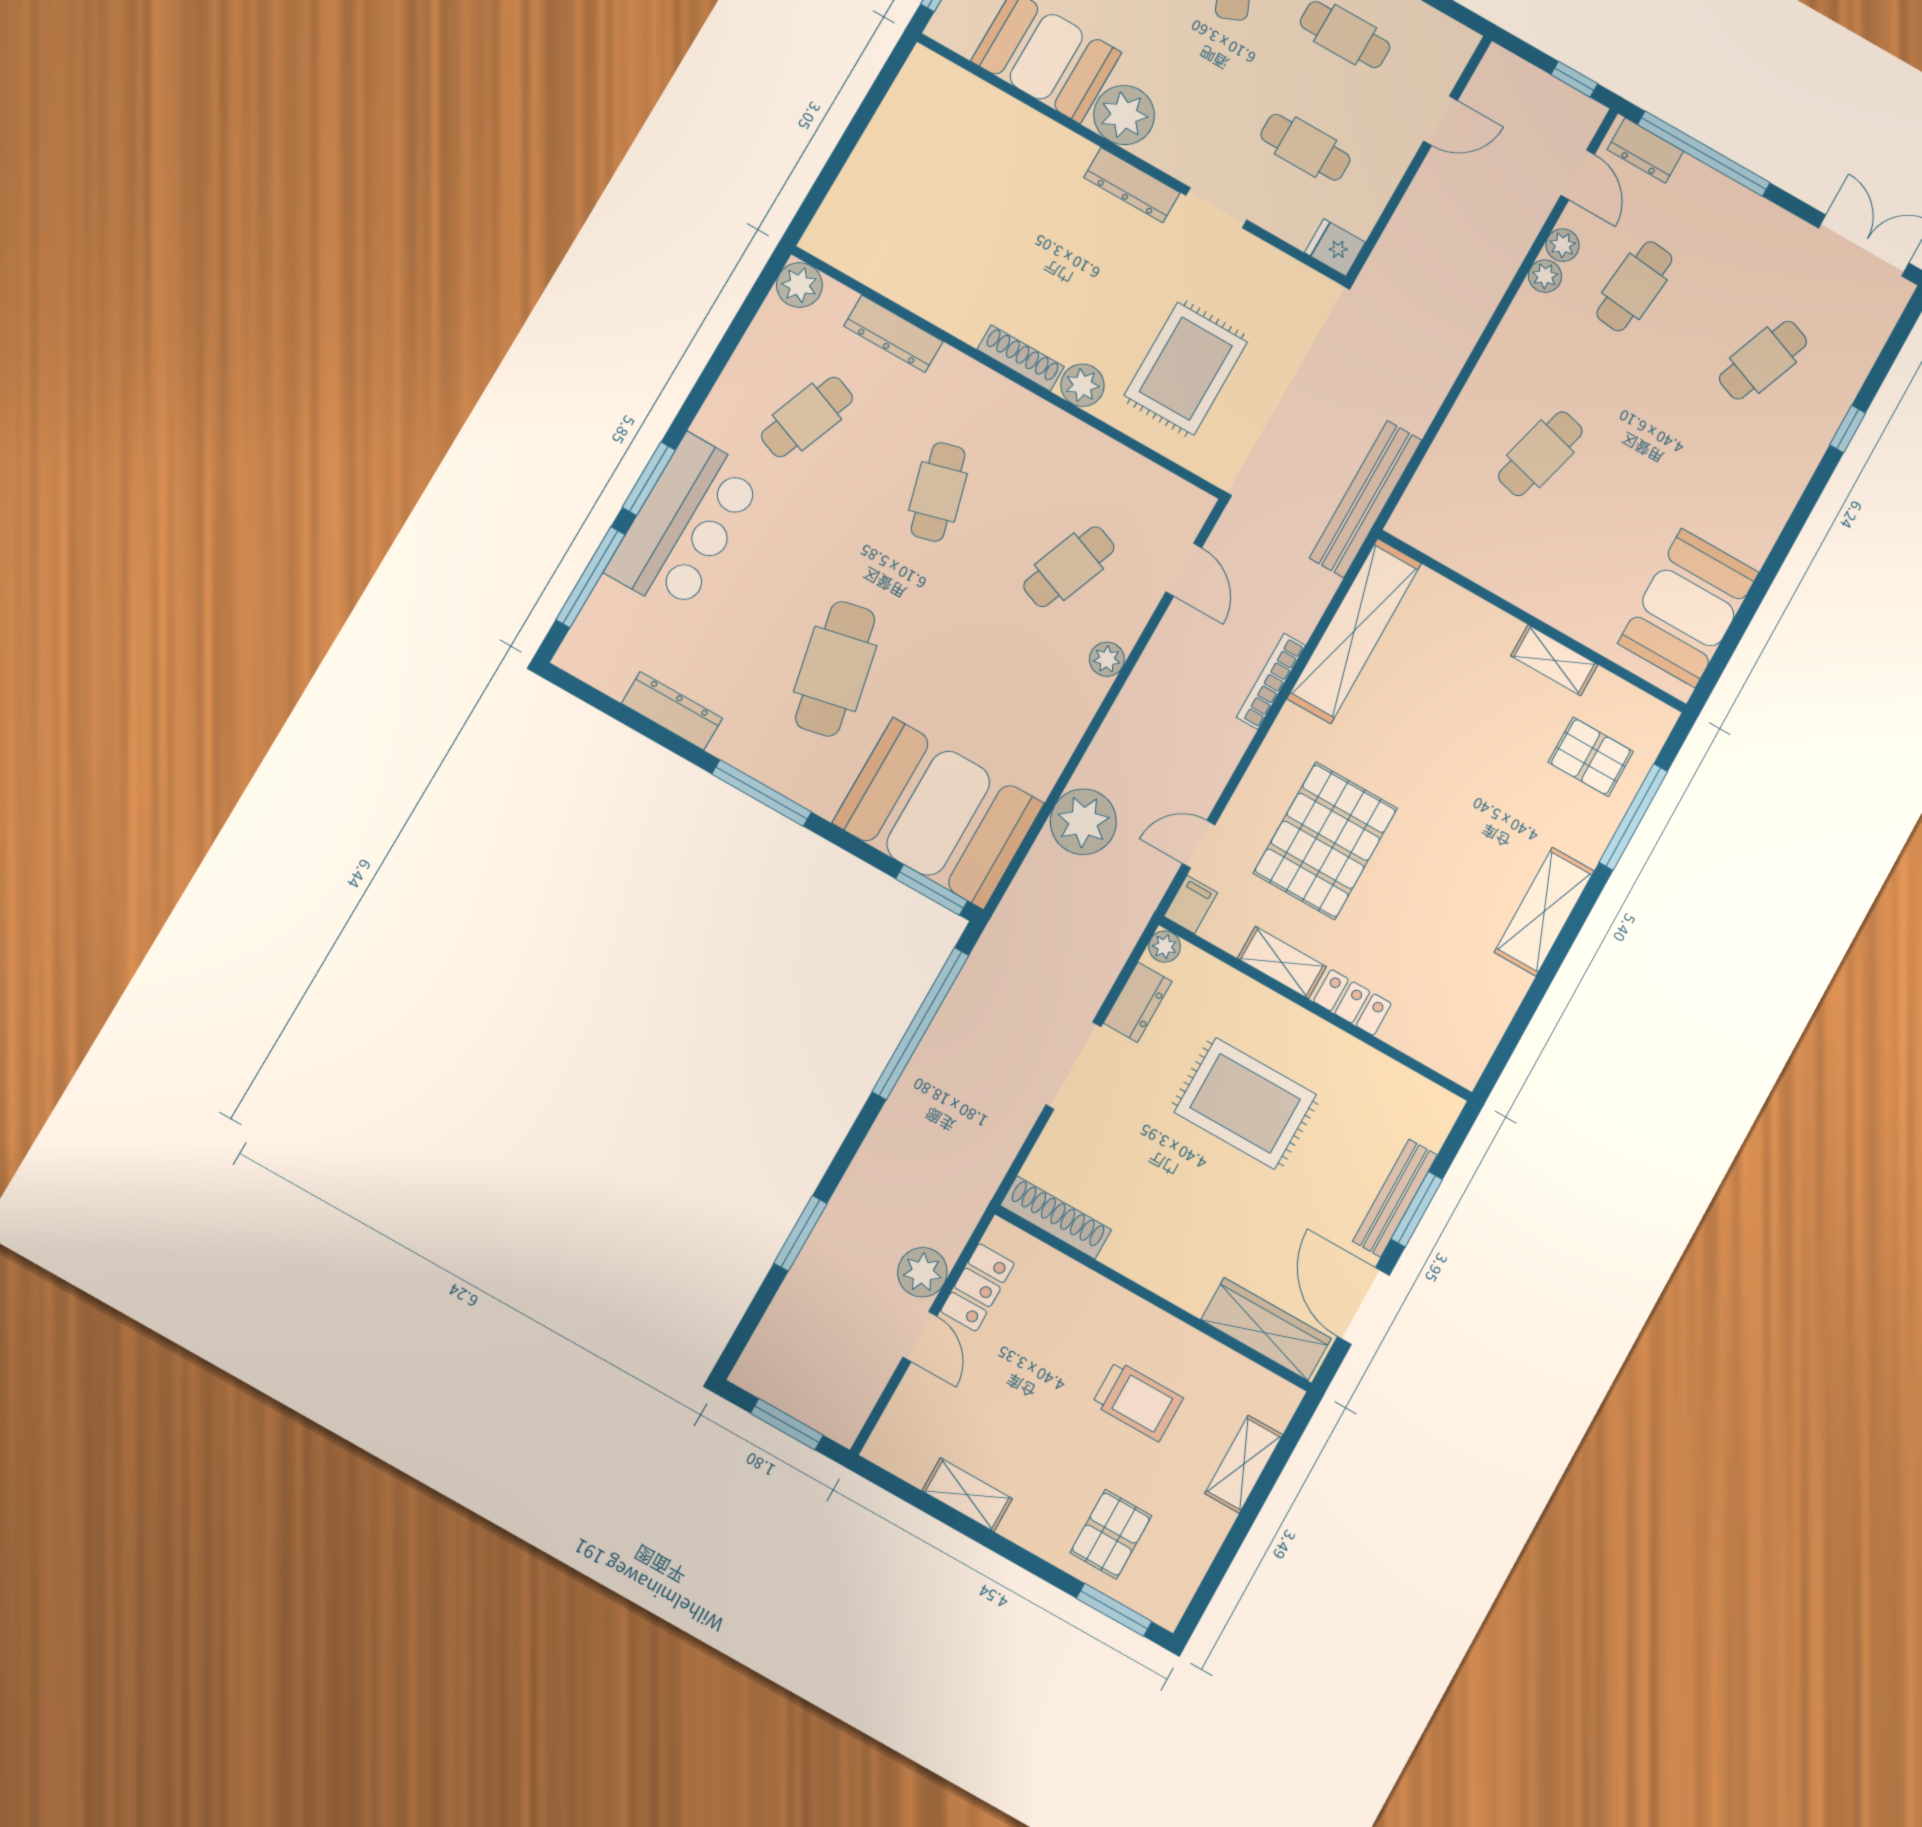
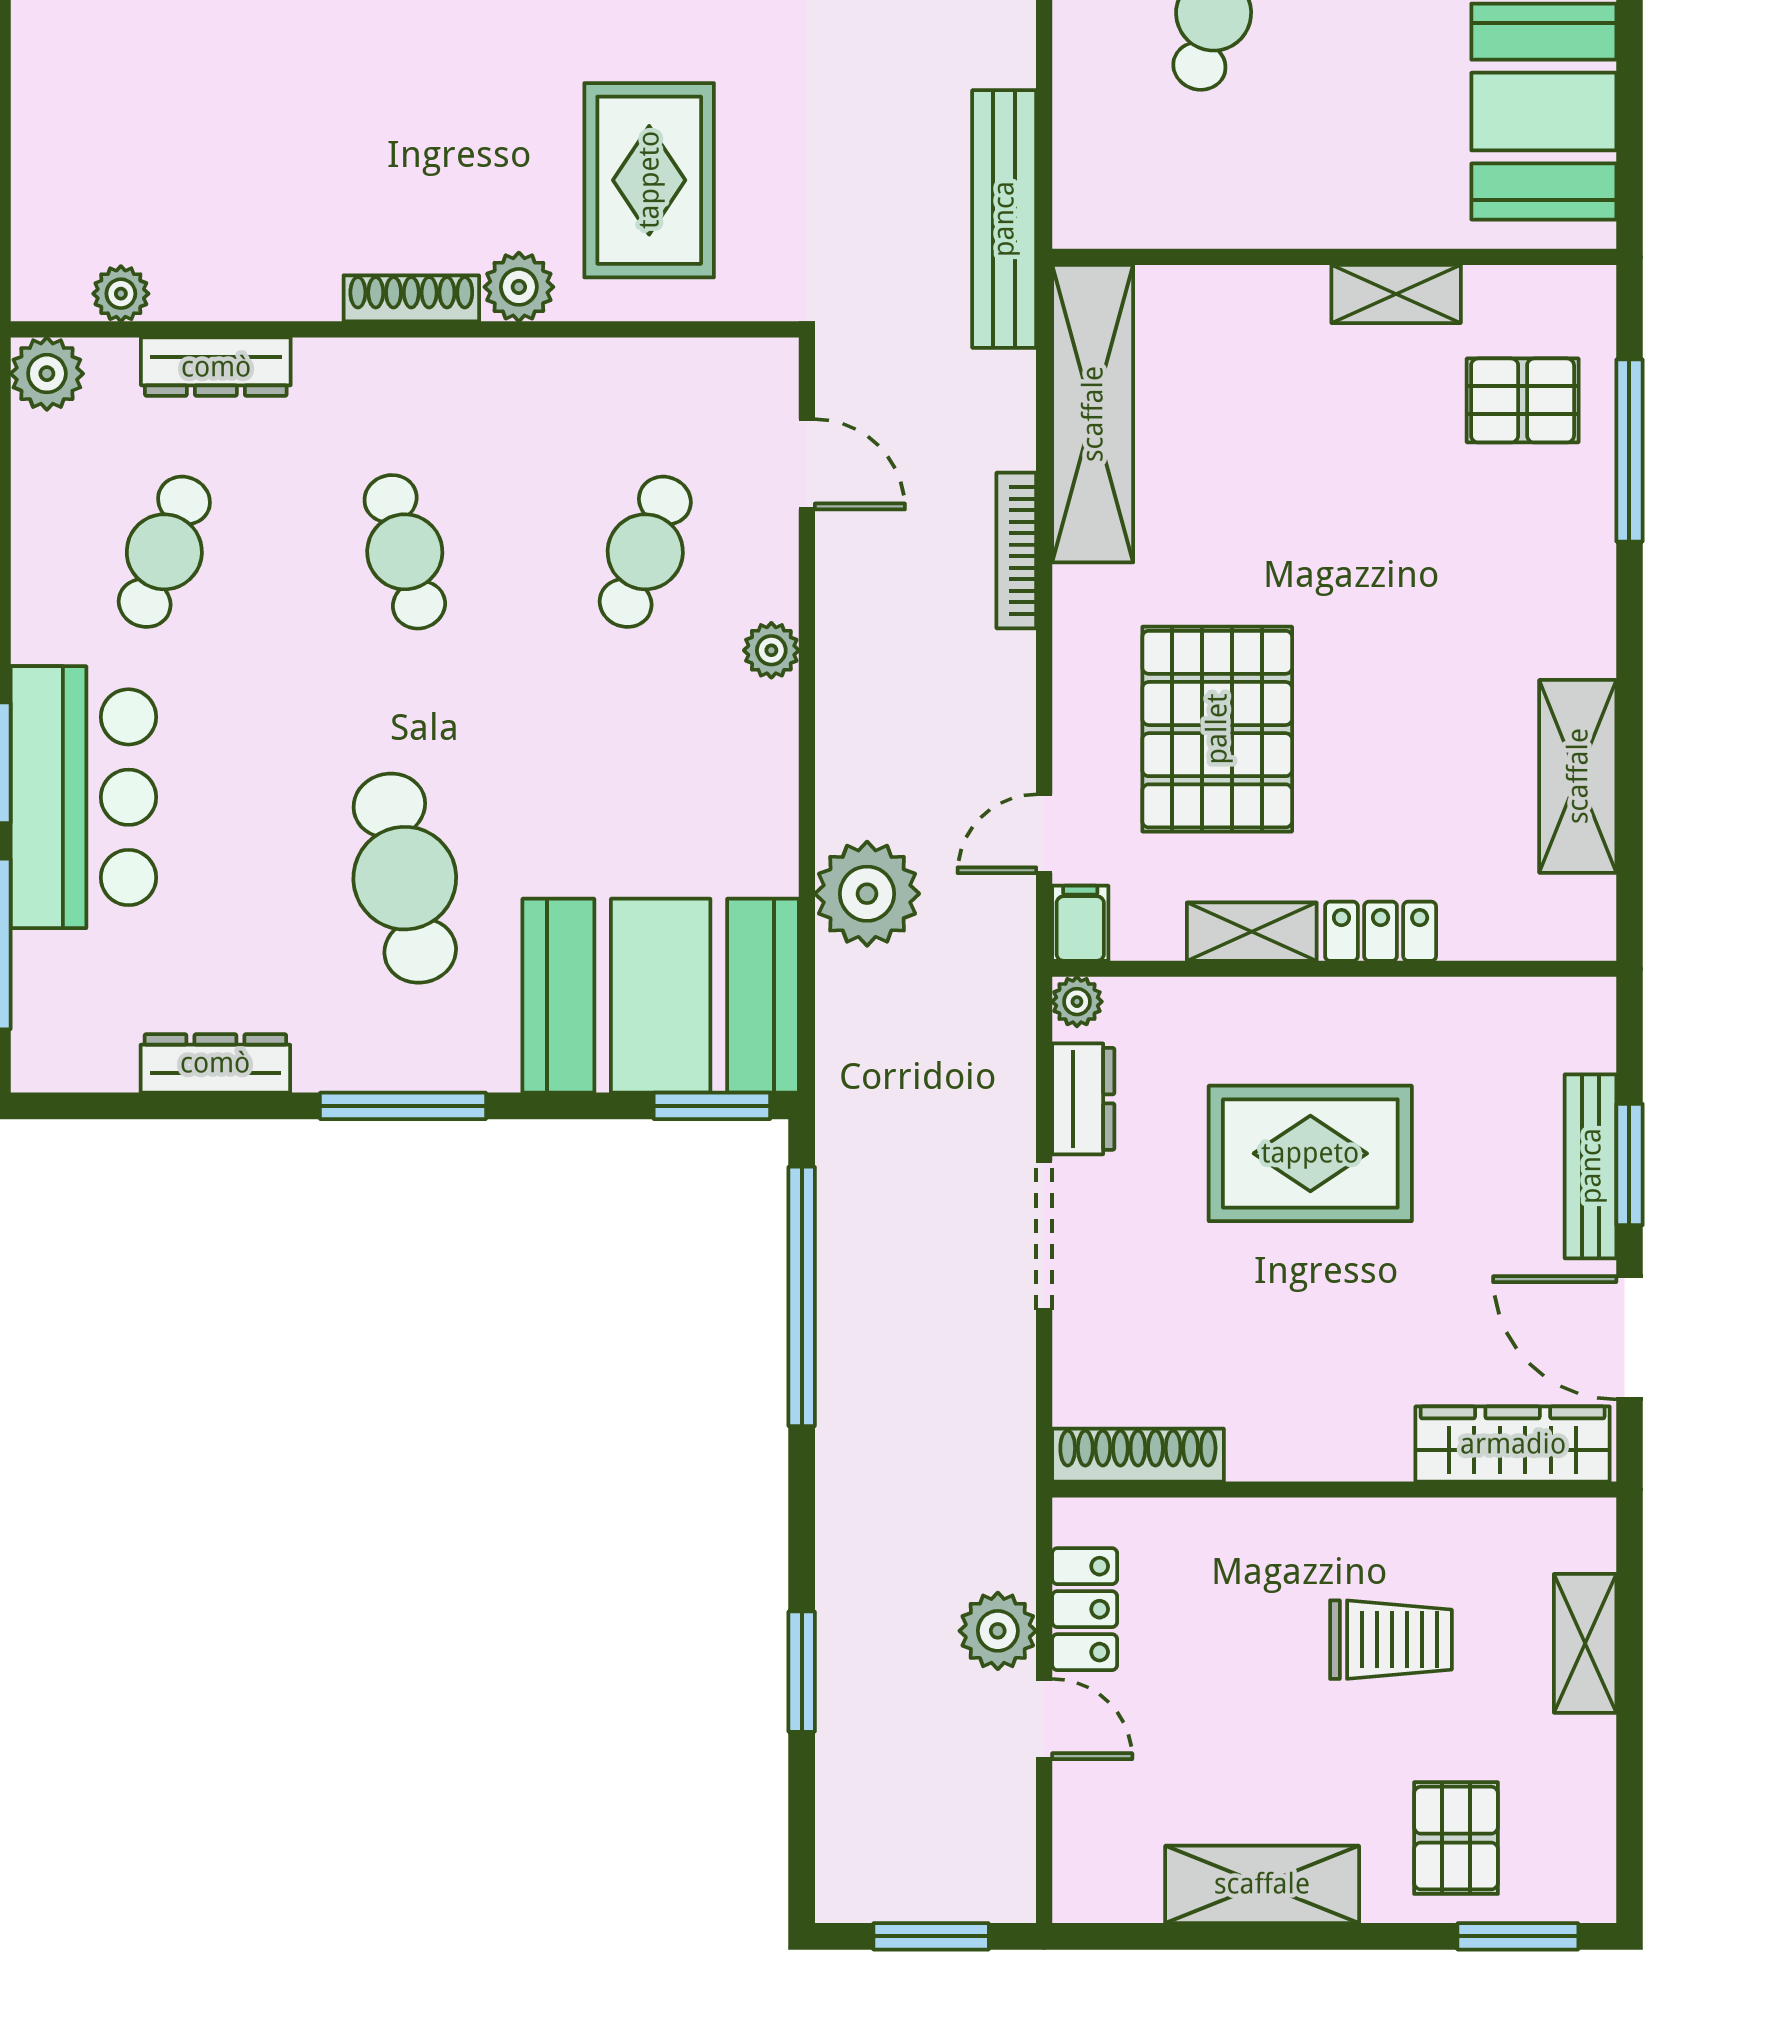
plant: (865, 265) -> (121, 294), added
shelving: (1544, 912) -> (1578, 776), moved
shelving: (967, 1495) -> (1262, 1884), width x1.50, depth x1.33

